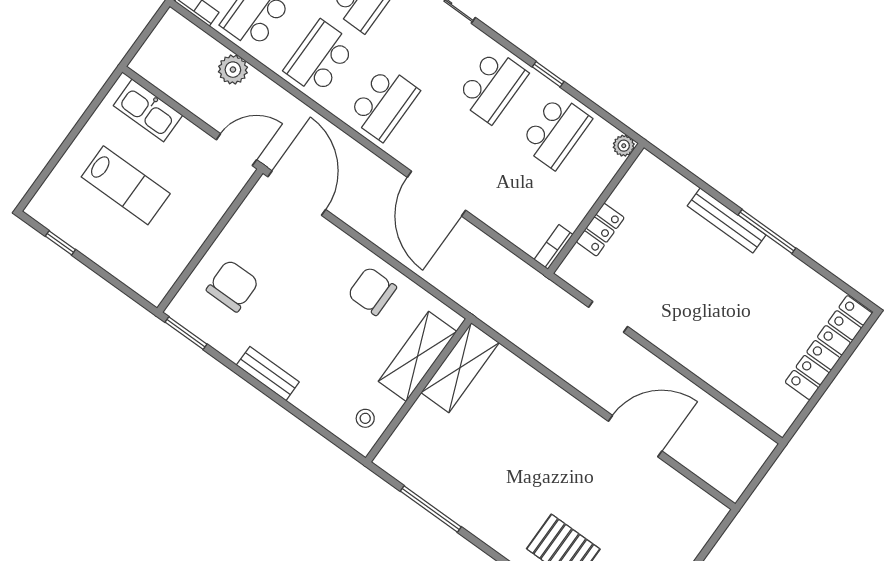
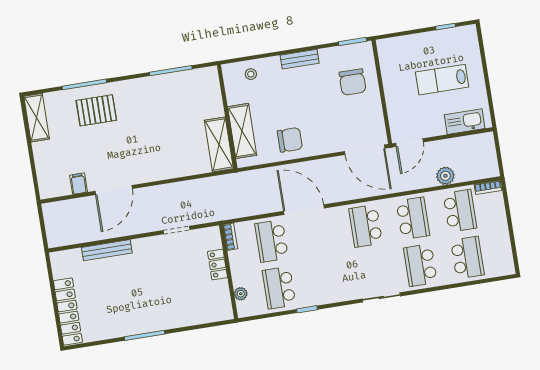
school desk: (492, 86) -> (272, 241), moved
plant: (624, 146) -> (241, 294), moved
bench: (727, 220) -> (107, 250), moved
stool: (365, 418) -> (251, 74), moved
filing cabinet: (669, 484) -> (79, 184), added

